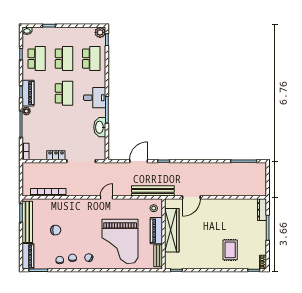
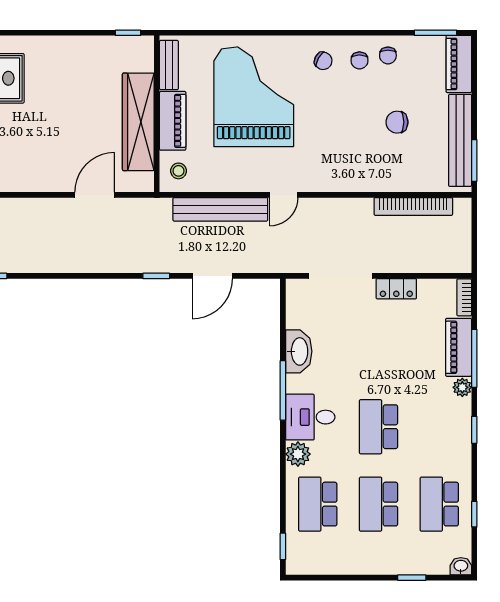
plant: (100, 32) -> (298, 454), moved
piano: (28, 93) -> (459, 347), moved
bench: (153, 191) -> (220, 209), moved

